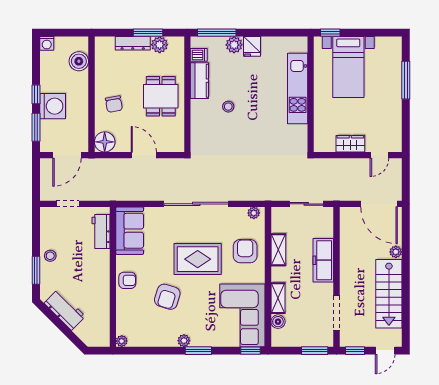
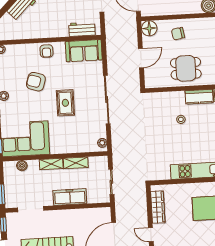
wardrobe: (350, 144) -> (158, 207), width x1.50
armchair: (245, 251) -> (73, 138), removed
rug: (198, 259) -> (65, 103), width x0.73, depth x0.70
shelving: (278, 298) -> (51, 164), moved

